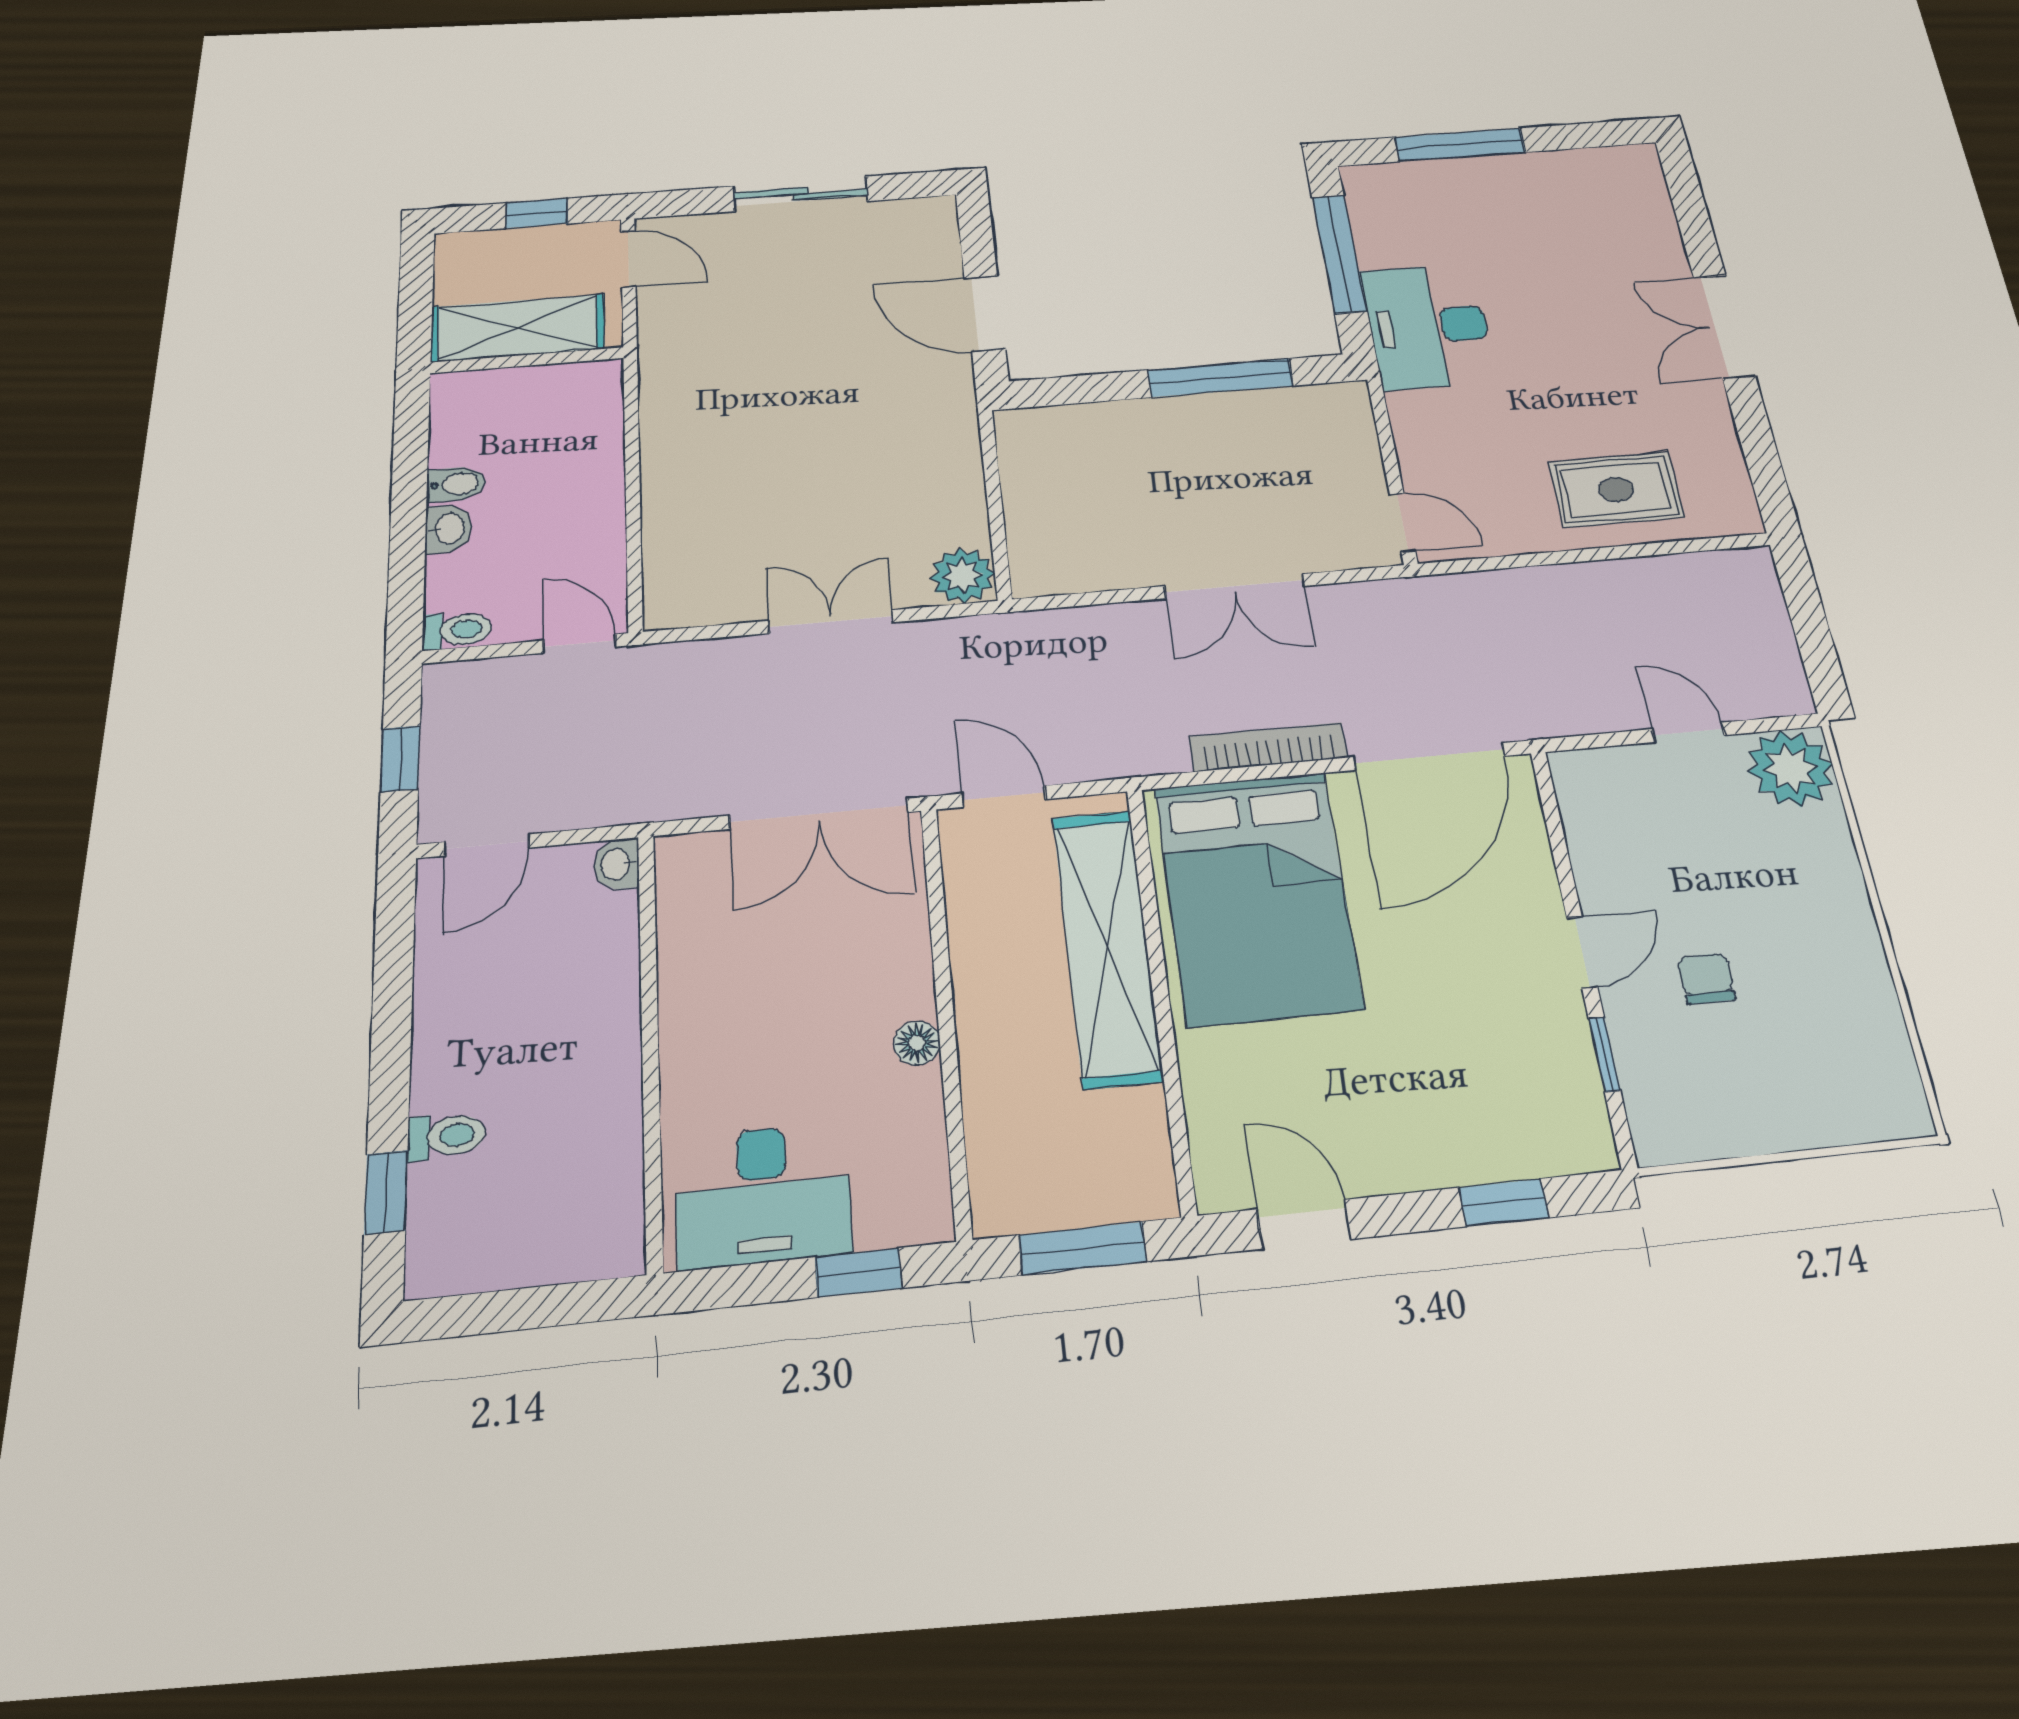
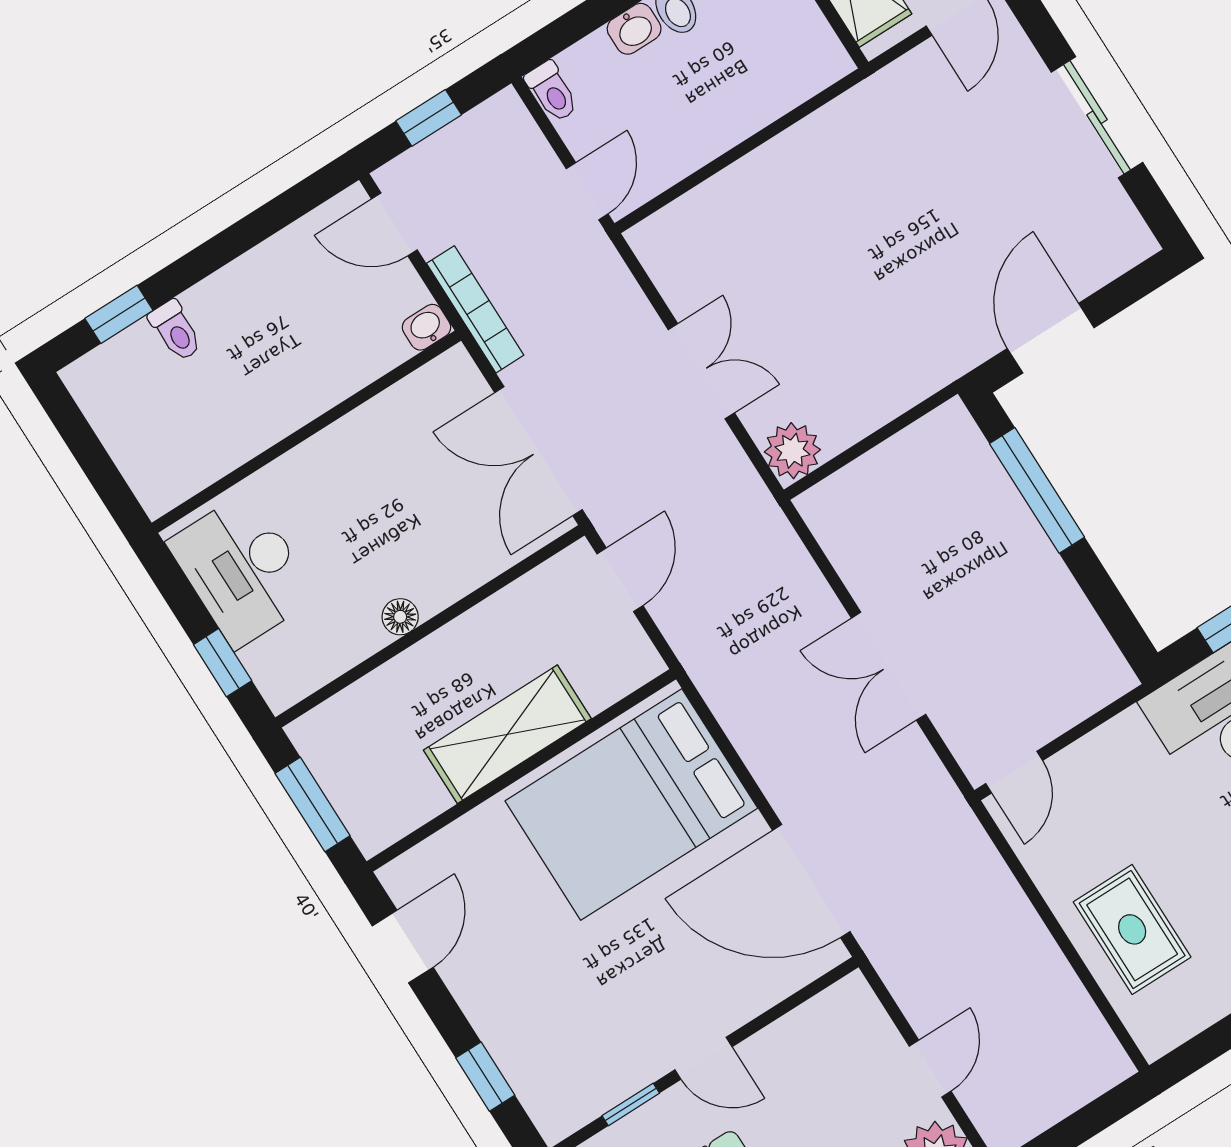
window: (1220, 378) -> (1037, 490), moved
bookcase: (1268, 747) -> (475, 309), moved
shelving: (1107, 947) -> (507, 734), width x0.68

